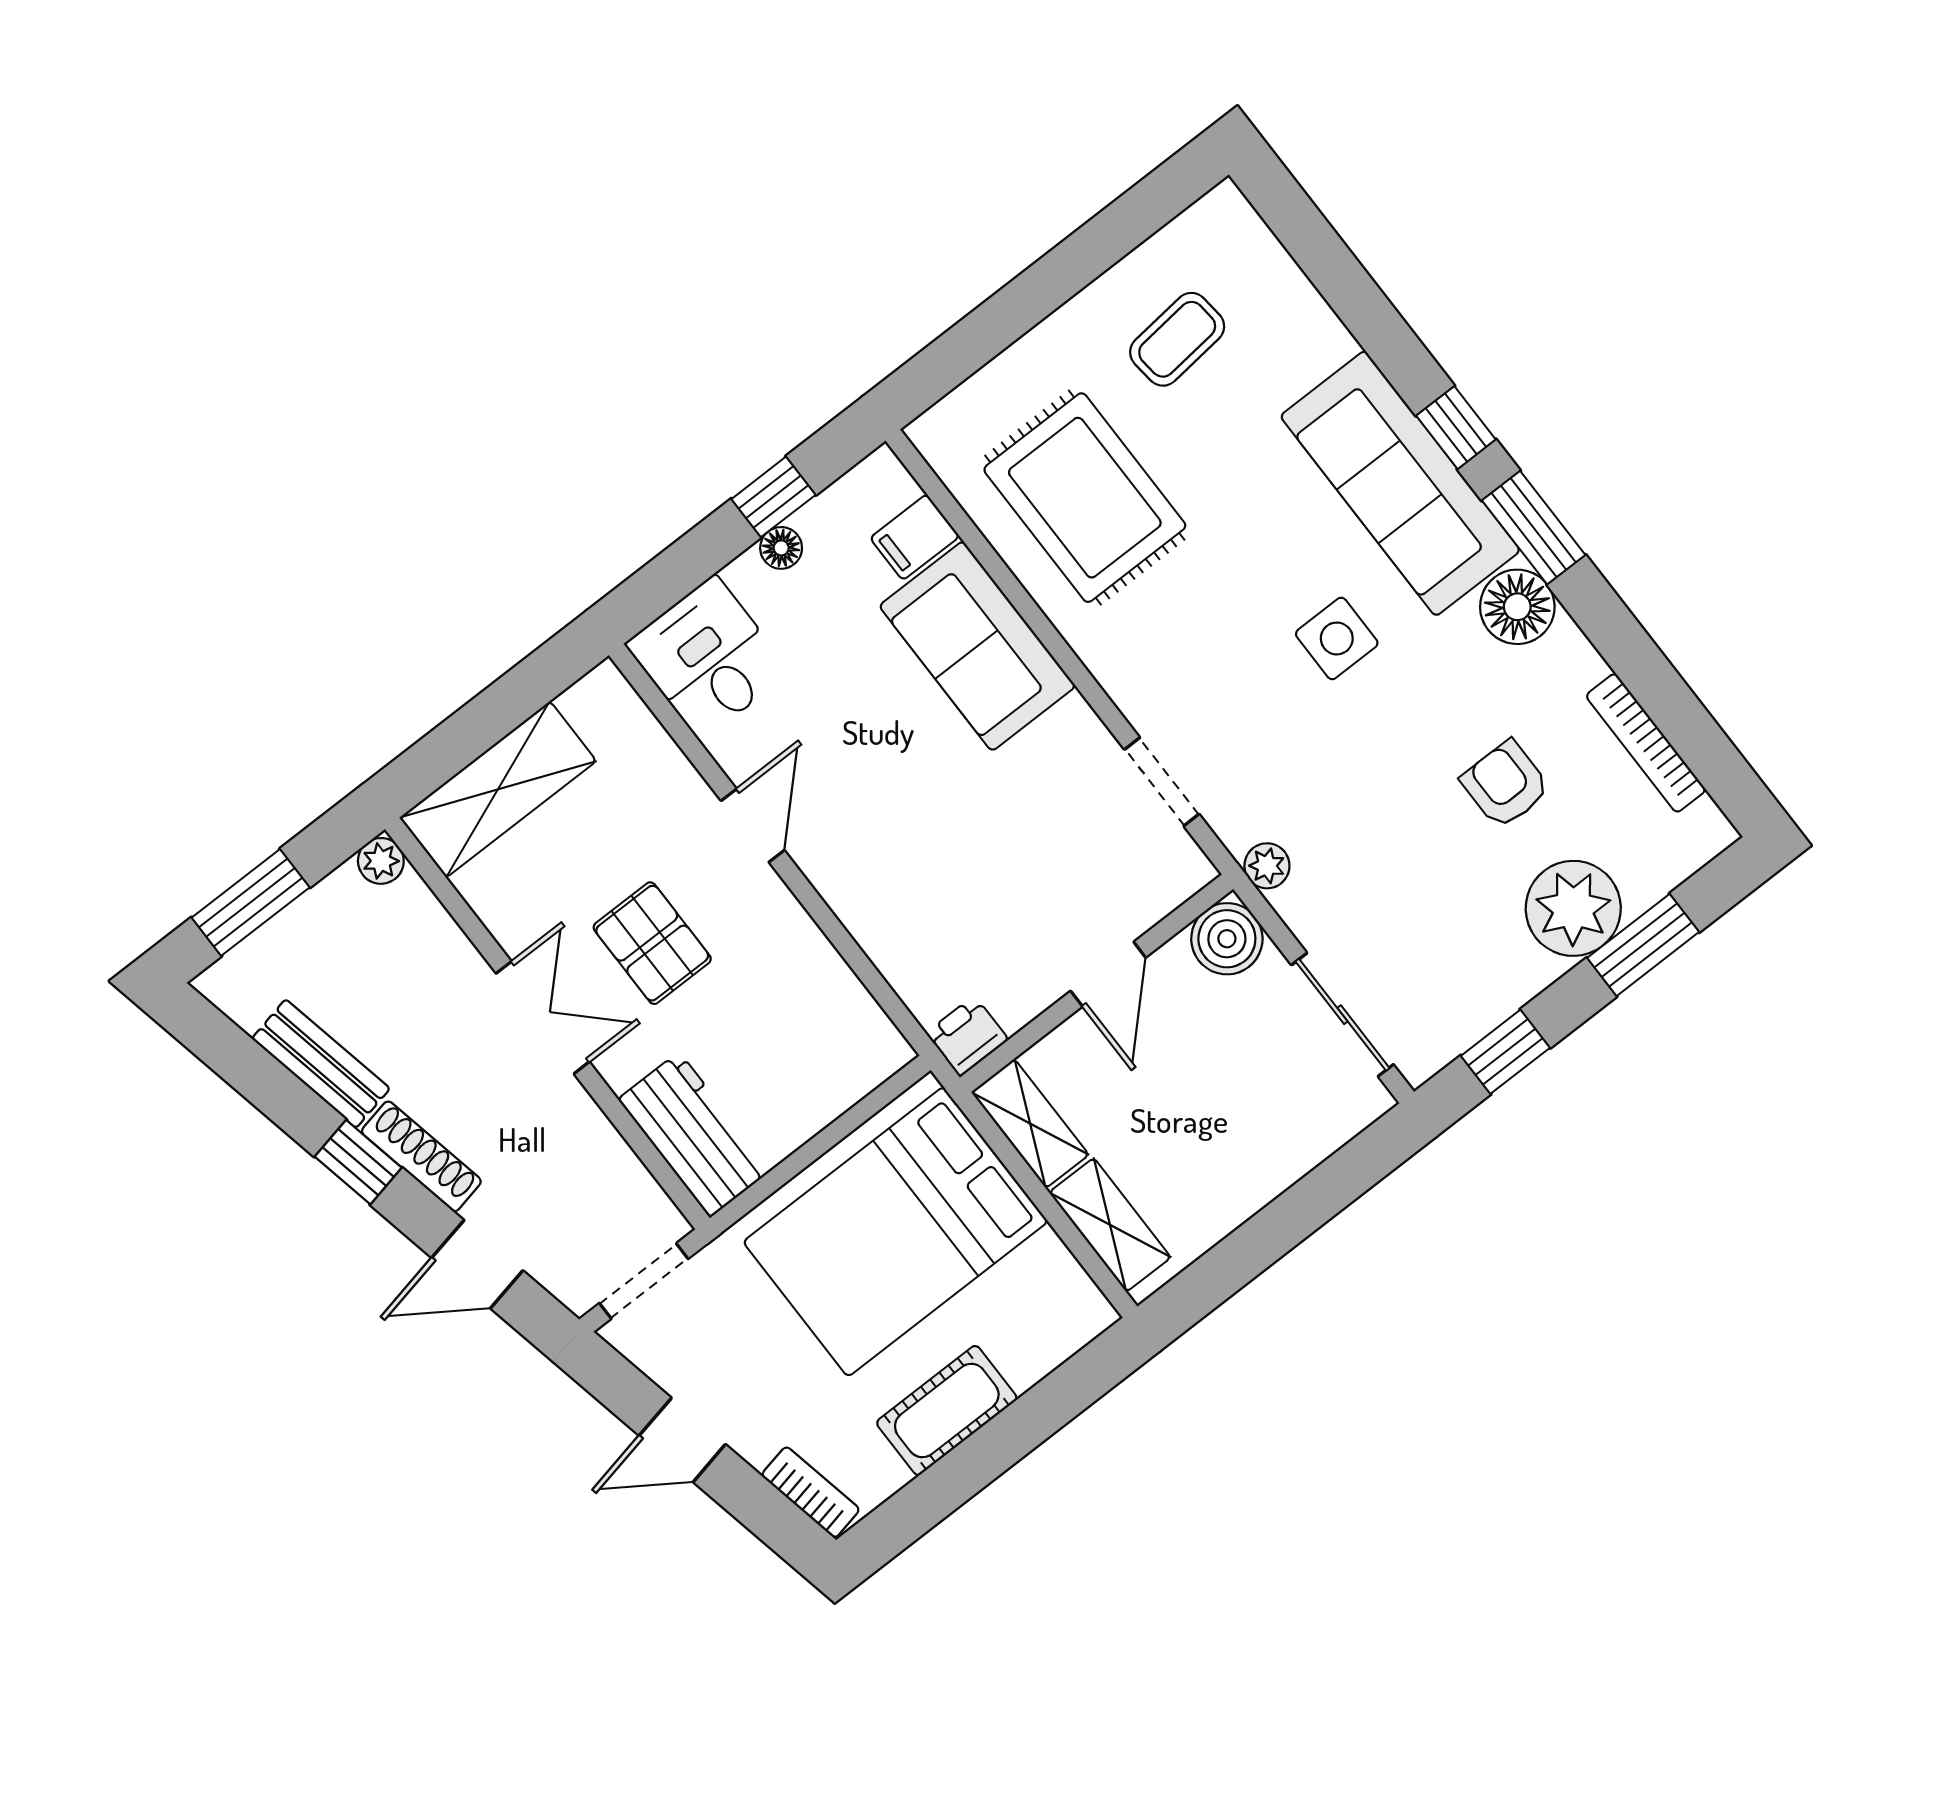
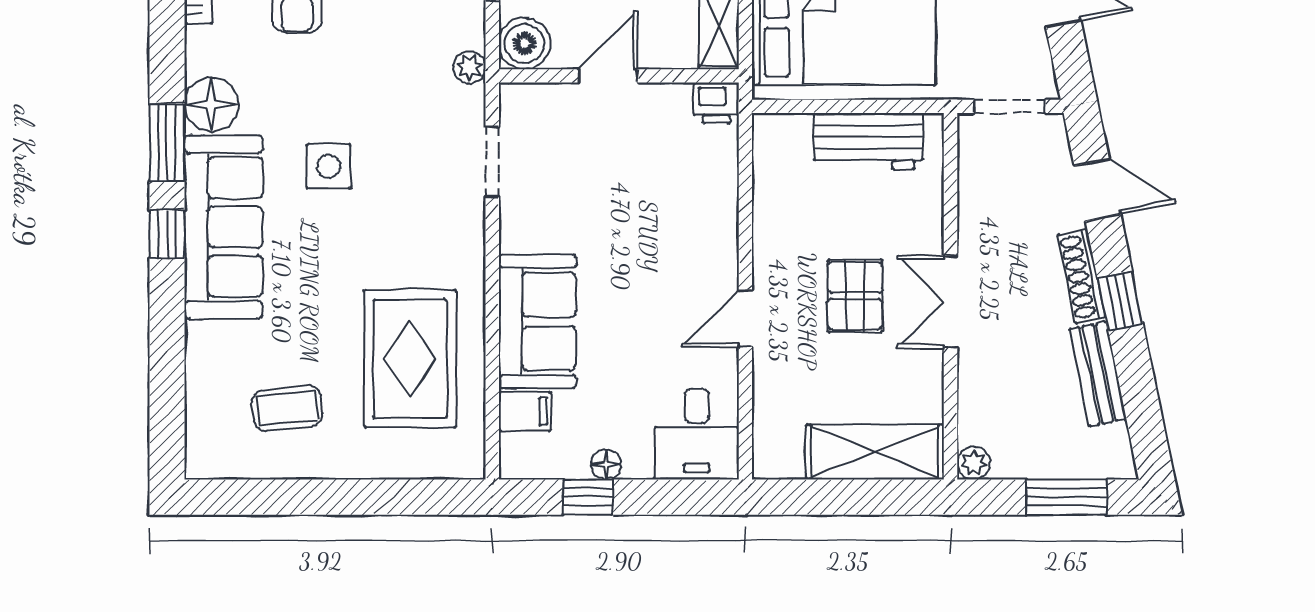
workbench: (694, 1135) -> (868, 141), moved, turned -90

